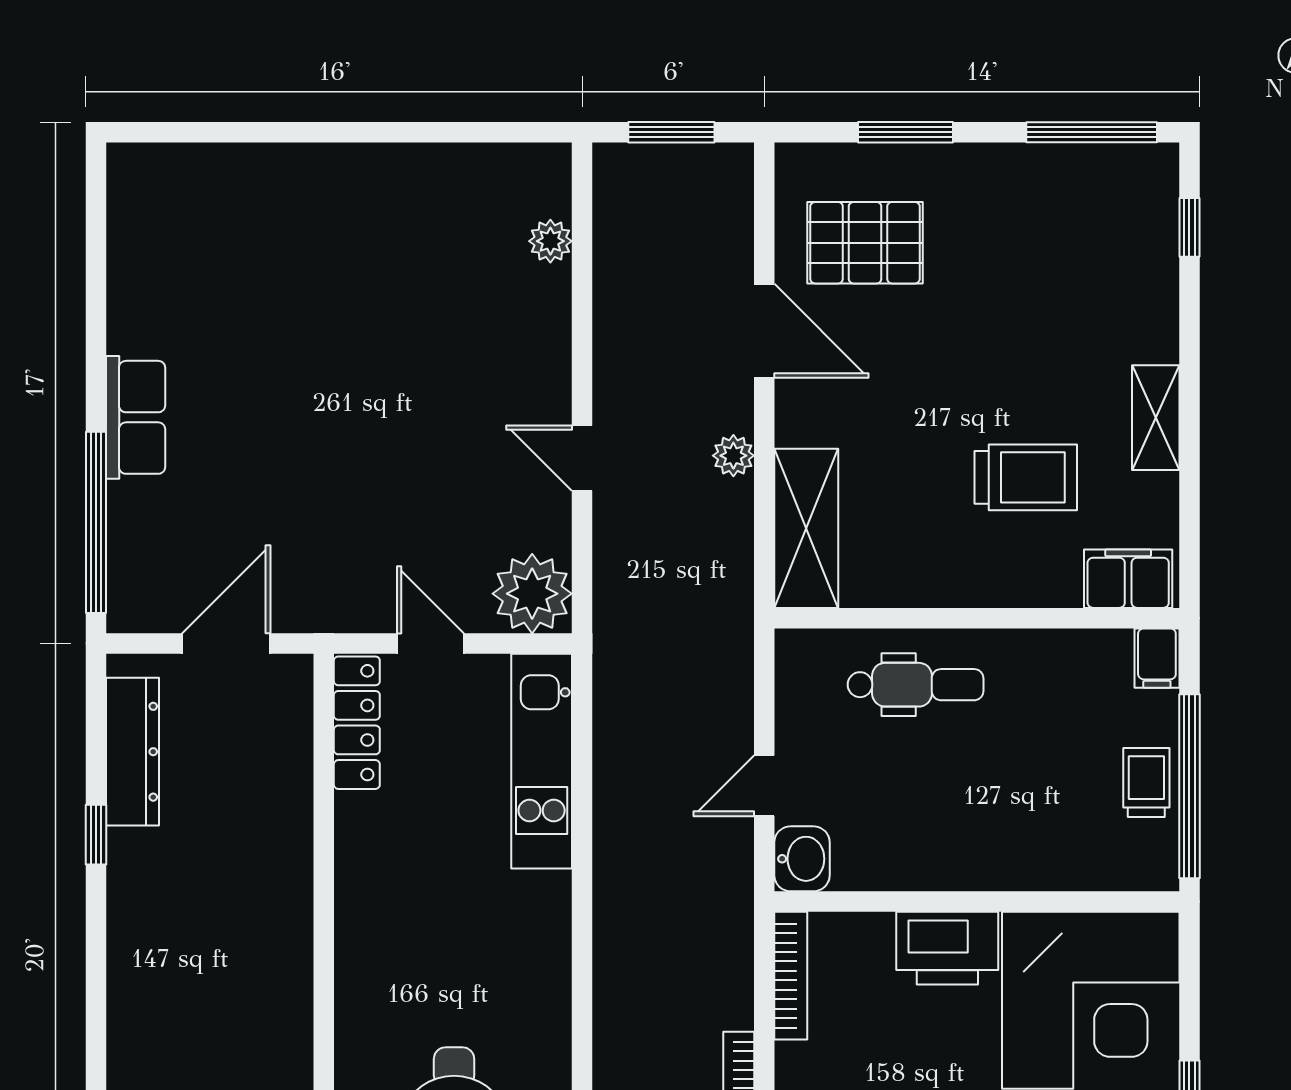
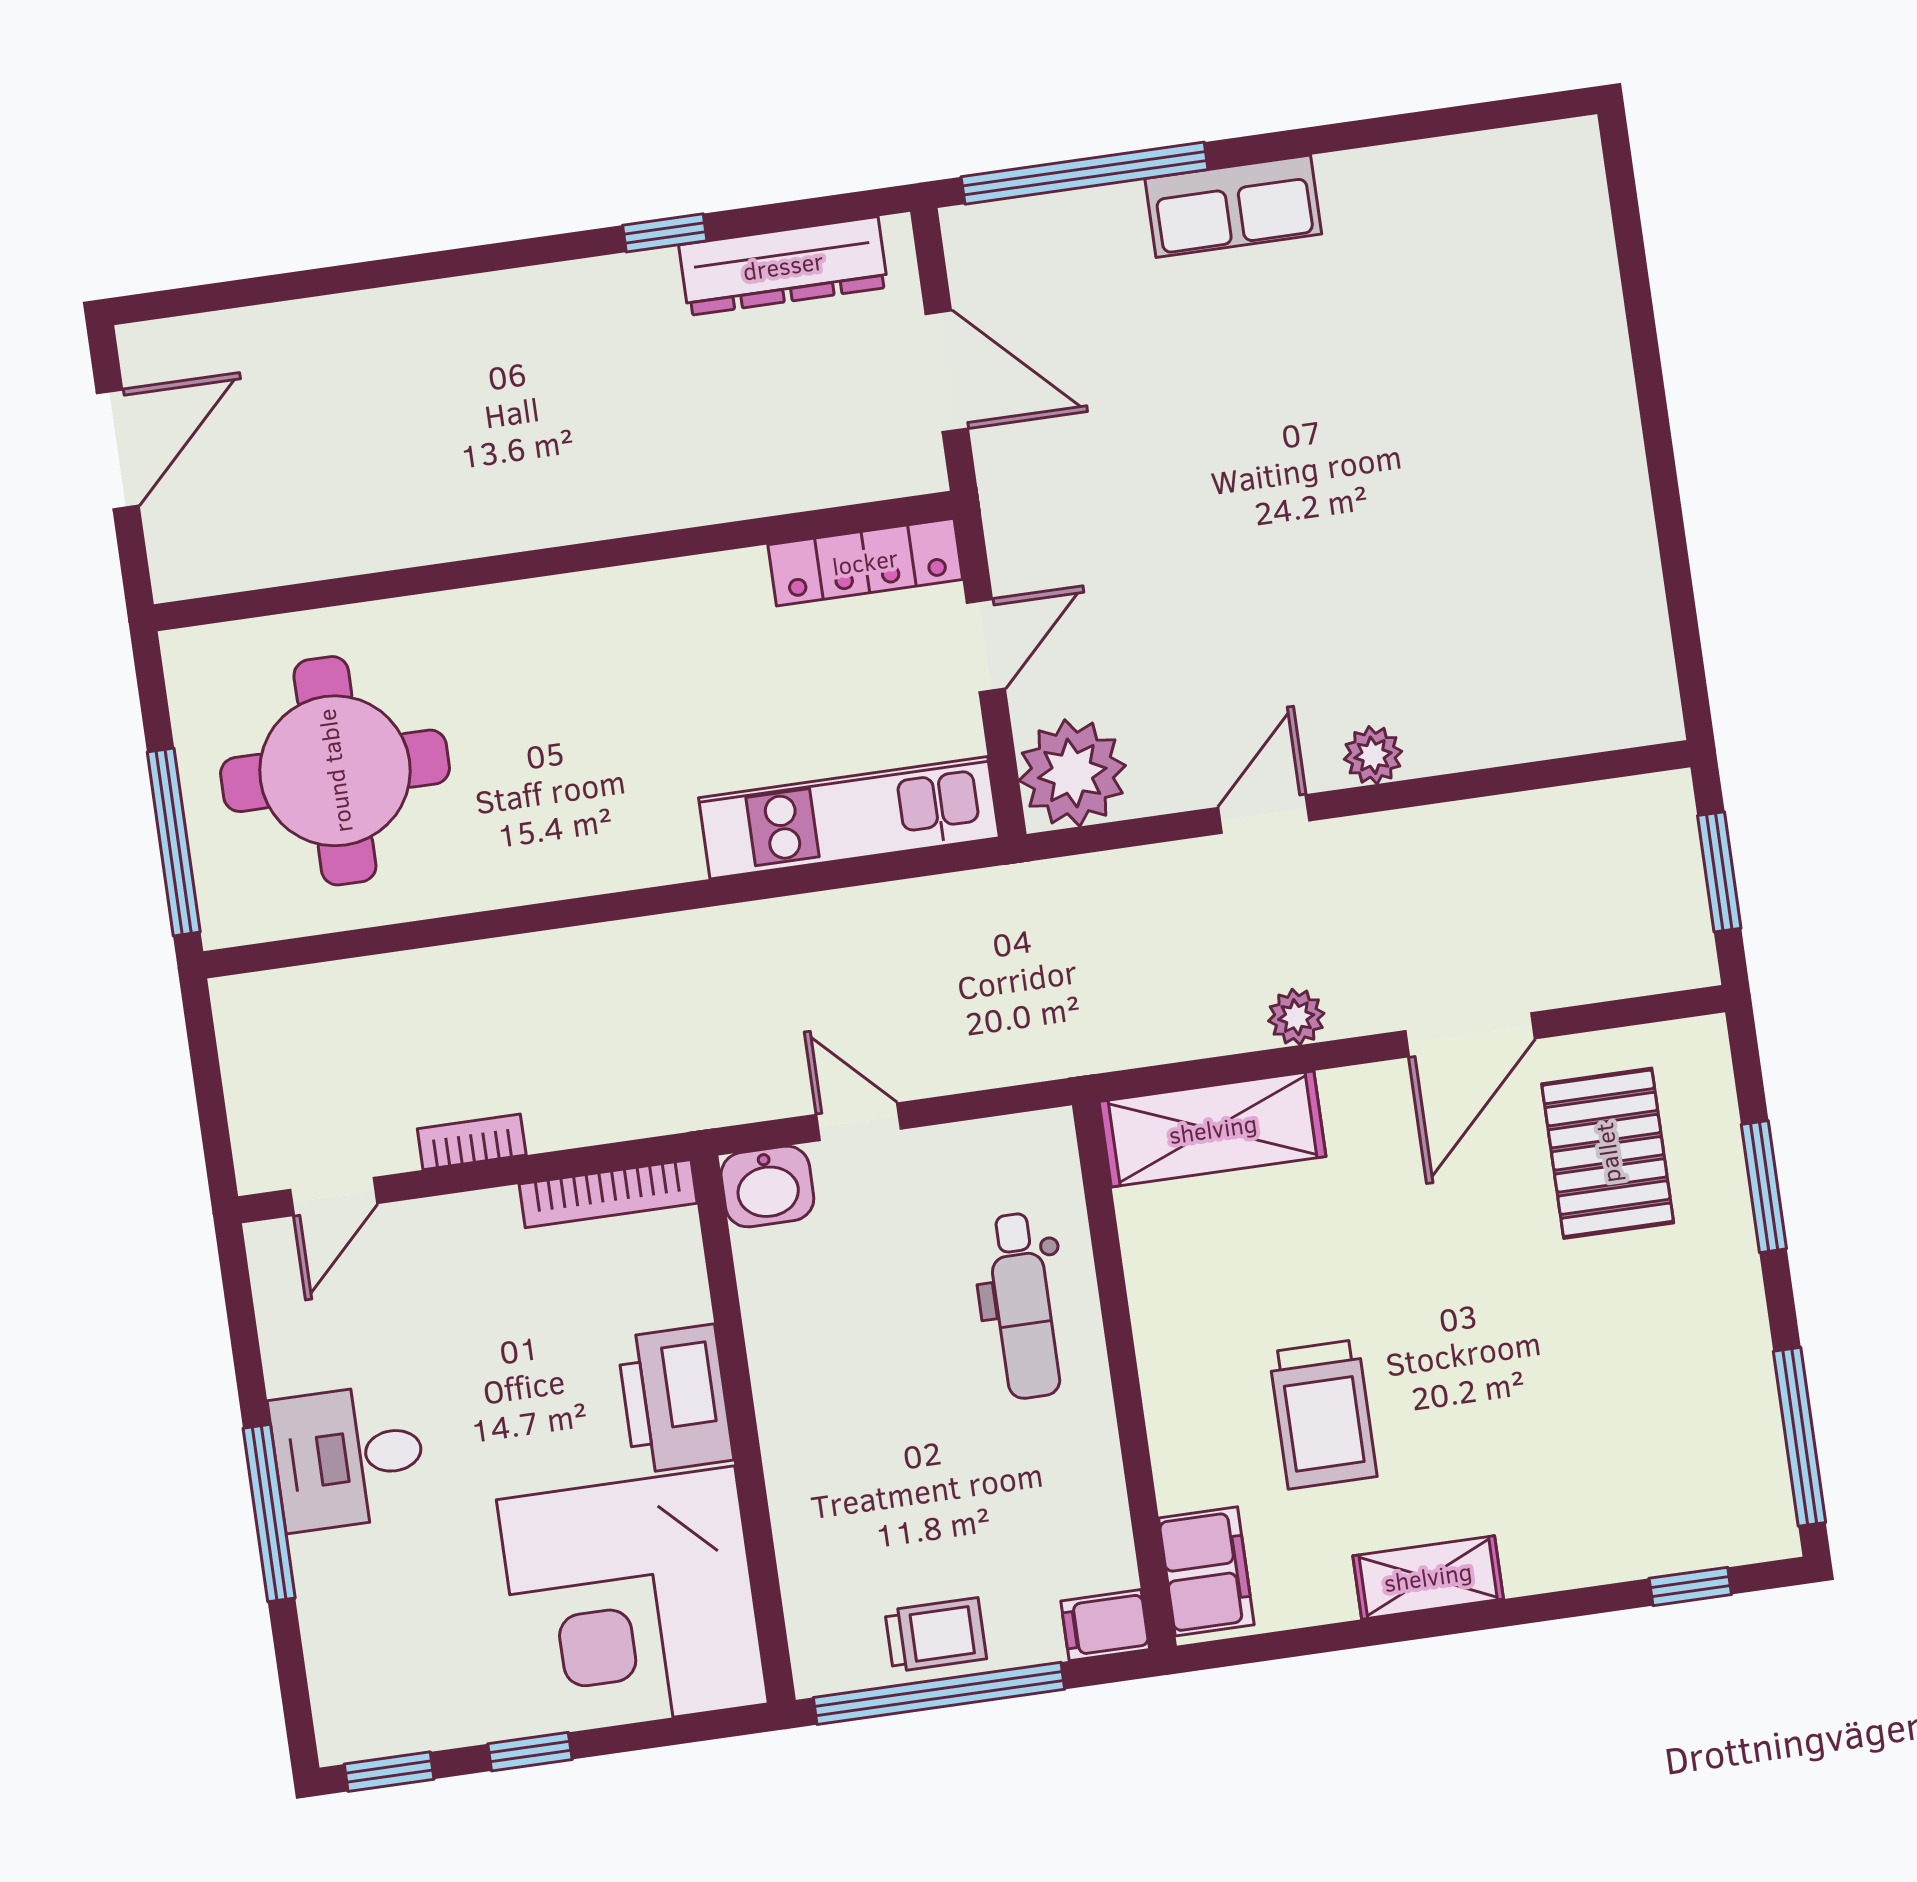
plant: (550, 241) -> (1373, 755), moved

